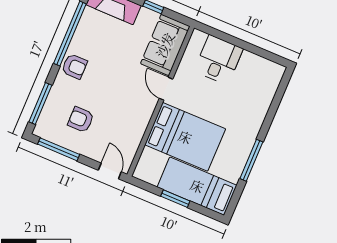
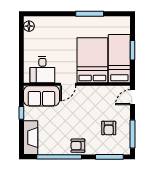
desk: (219, 60) -> (42, 69), moved, turned -90
armchair: (74, 66) -> (78, 146), turned -90
floor lamp: (270, 68) -> (29, 26), added
bed: (197, 186) -> (119, 59), moved, turned 180

